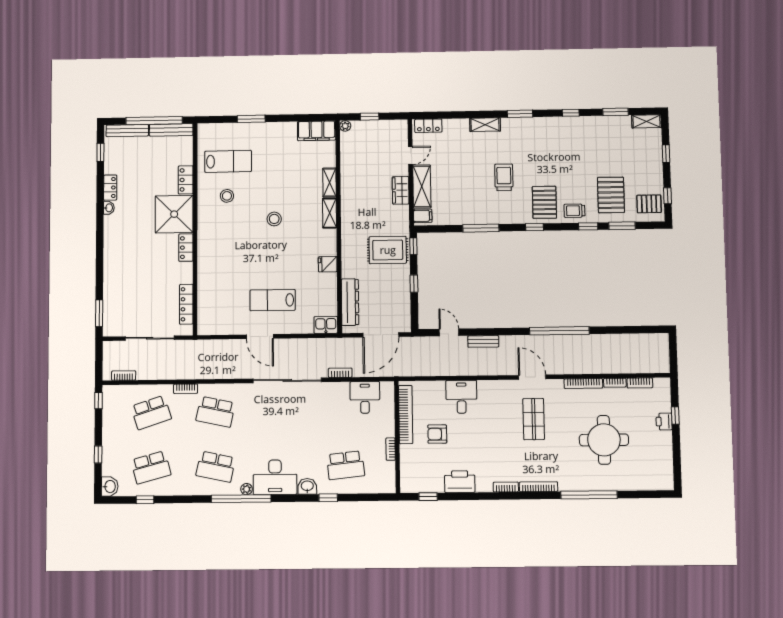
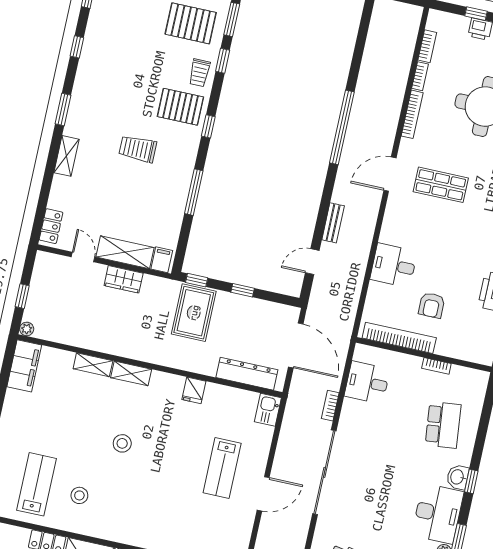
window: (328, 498) -> (471, 481), moved

